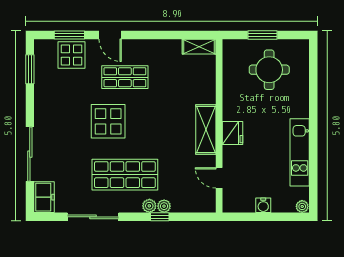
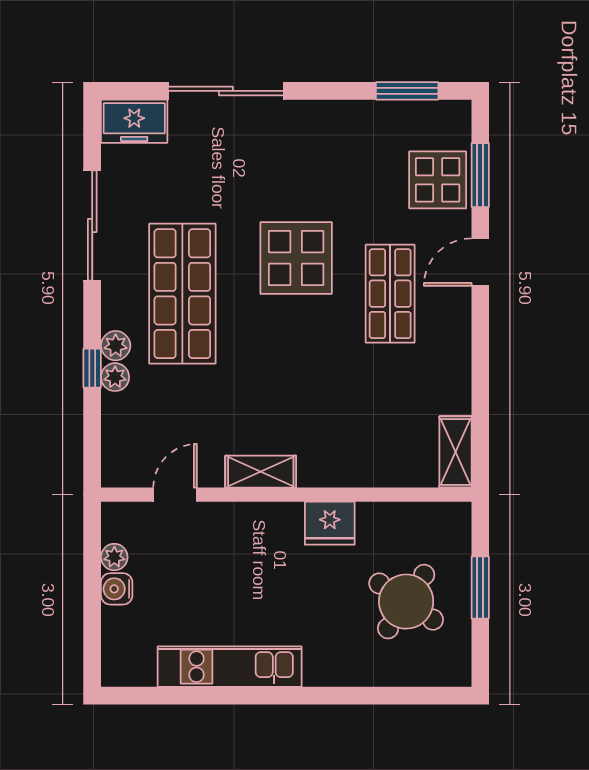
round table: (269, 70) -> (406, 602), turned 34
shelving: (206, 130) -> (261, 472), width x0.67, depth x0.75
fridge: (232, 133) -> (330, 523), moved
plant: (302, 206) -> (114, 557), moved

